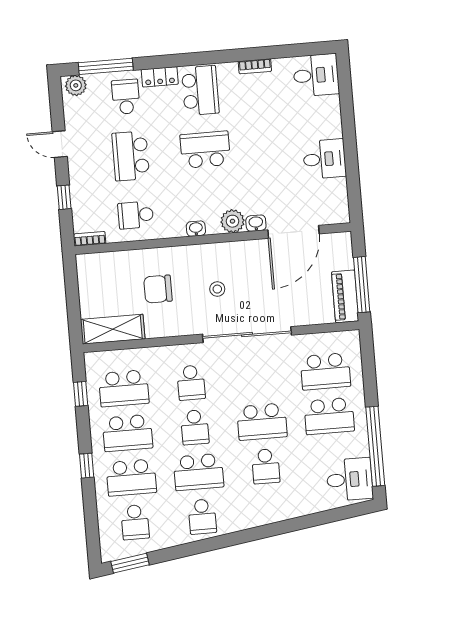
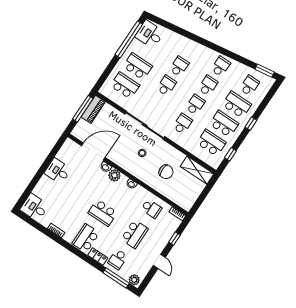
school desk: (262, 422) -> (166, 85), width x0.54
school desk: (198, 472) -> (208, 85), width x0.54

